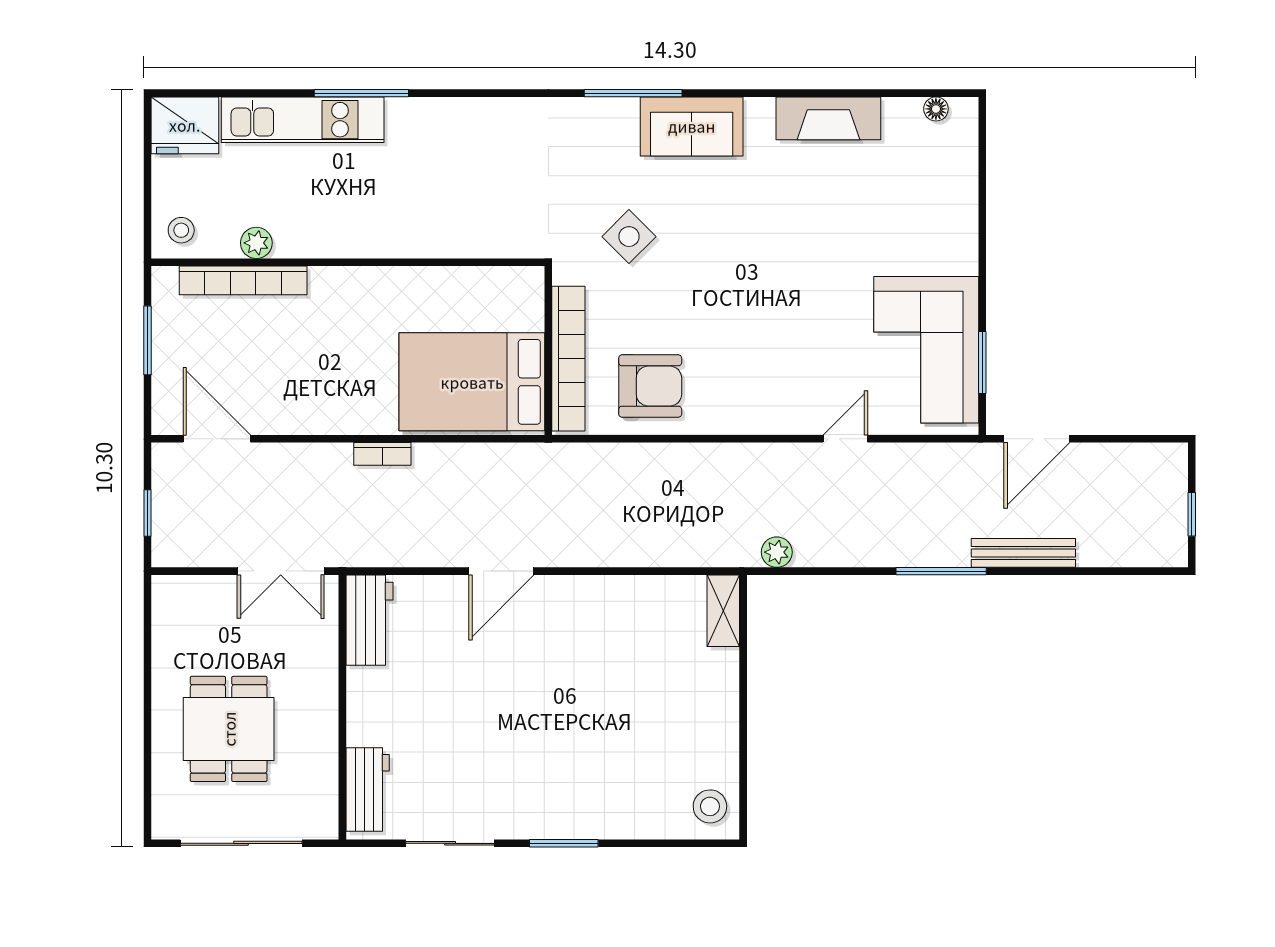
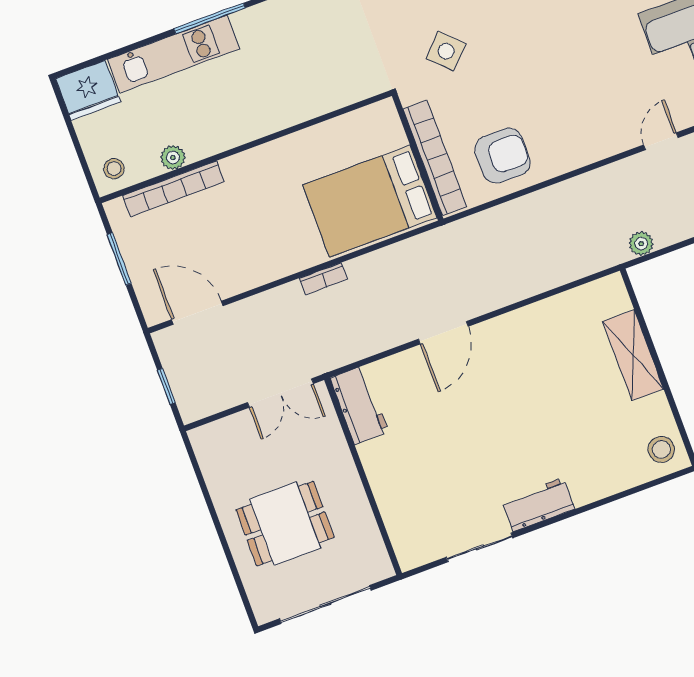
shelving: (723, 611) -> (633, 355), moved, width x1.50, depth x1.33
dining table: (229, 729) -> (285, 524), turned 90
workbench: (368, 790) -> (538, 505), moved, turned -90
window: (564, 843) -> (563, 516), removed

